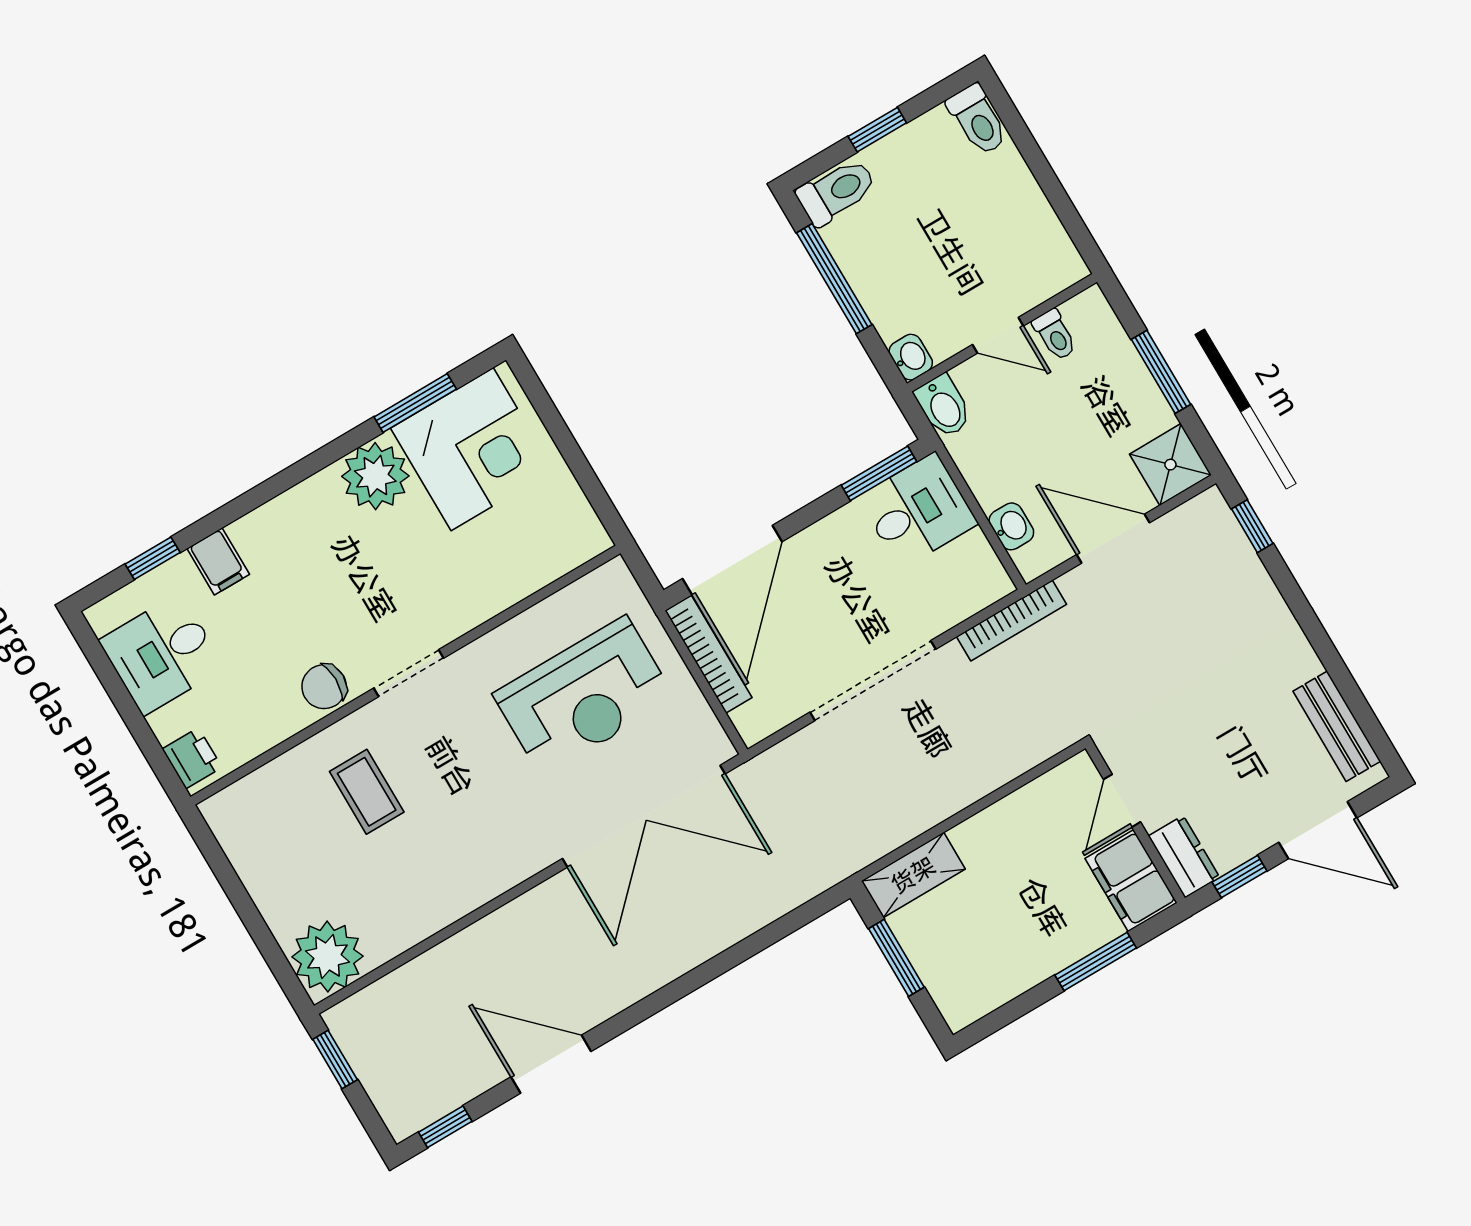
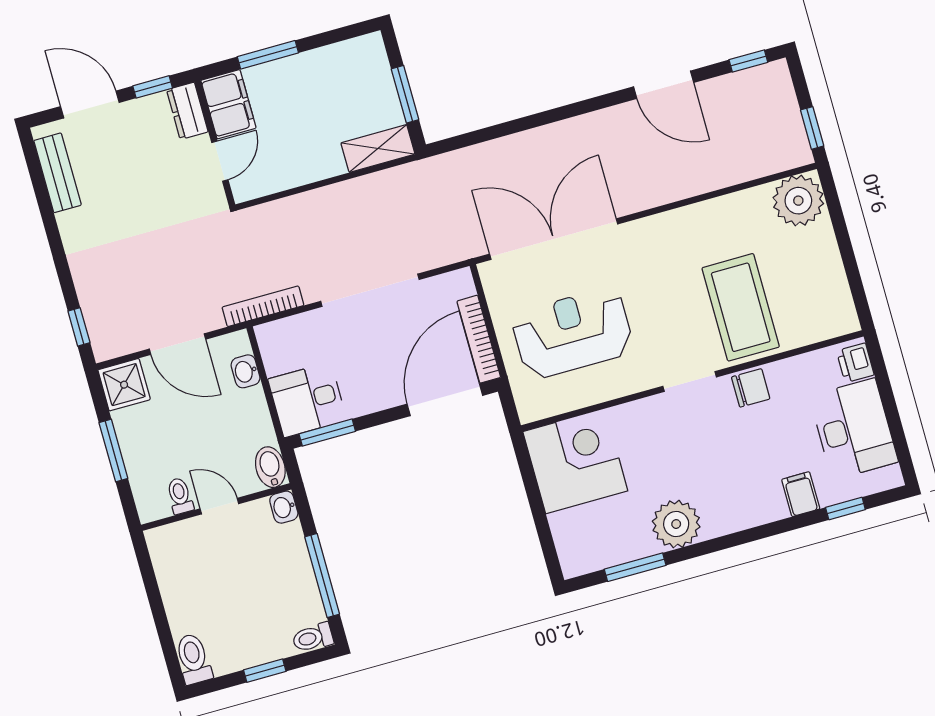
toilet: (837, 192) -> (313, 638), width x0.73, depth x0.72
corner desk: (472, 449) -> (575, 461), moved, turned 90
desk: (162, 654) -> (854, 429), width x1.37
coffee table: (367, 792) -> (741, 307), width x1.86, depth x1.72

